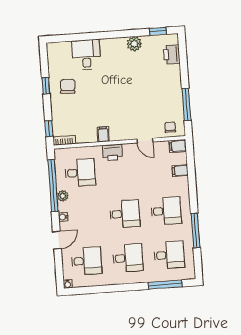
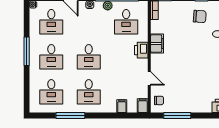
filing cabinet: (103, 134) -> (157, 44), width x2.00
door: (145, 140) -> (149, 78), swing flipped
window: (165, 285) -> (27, 51), moved

